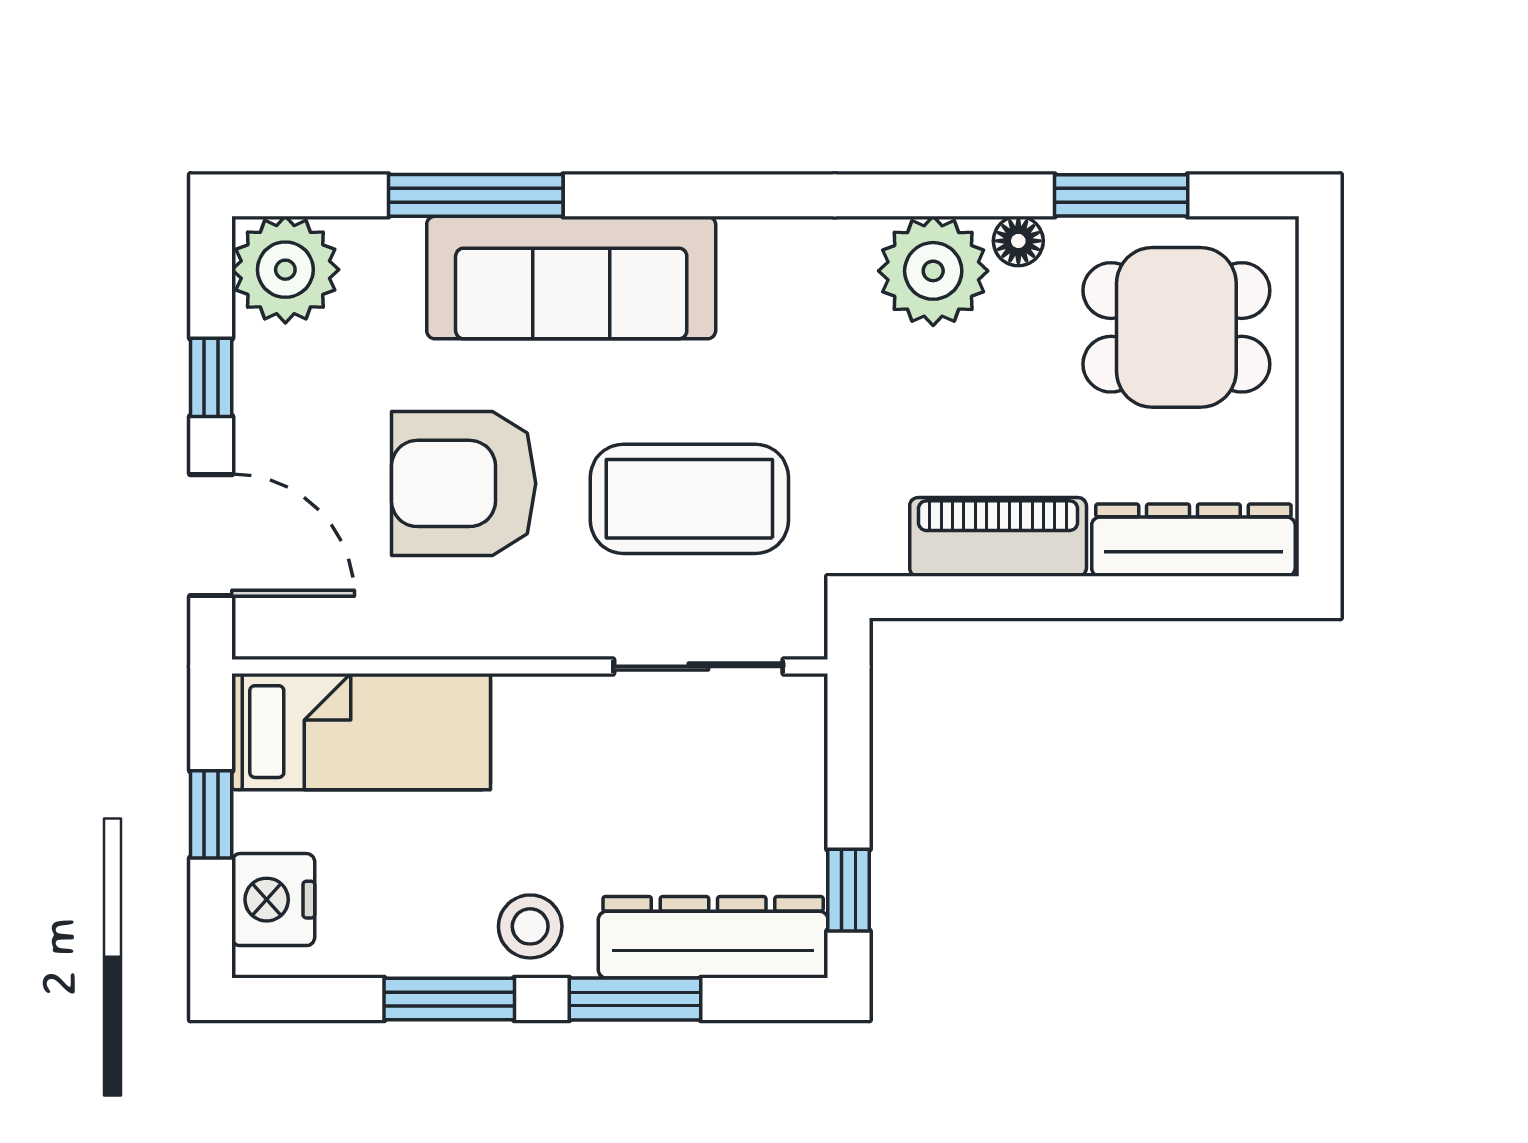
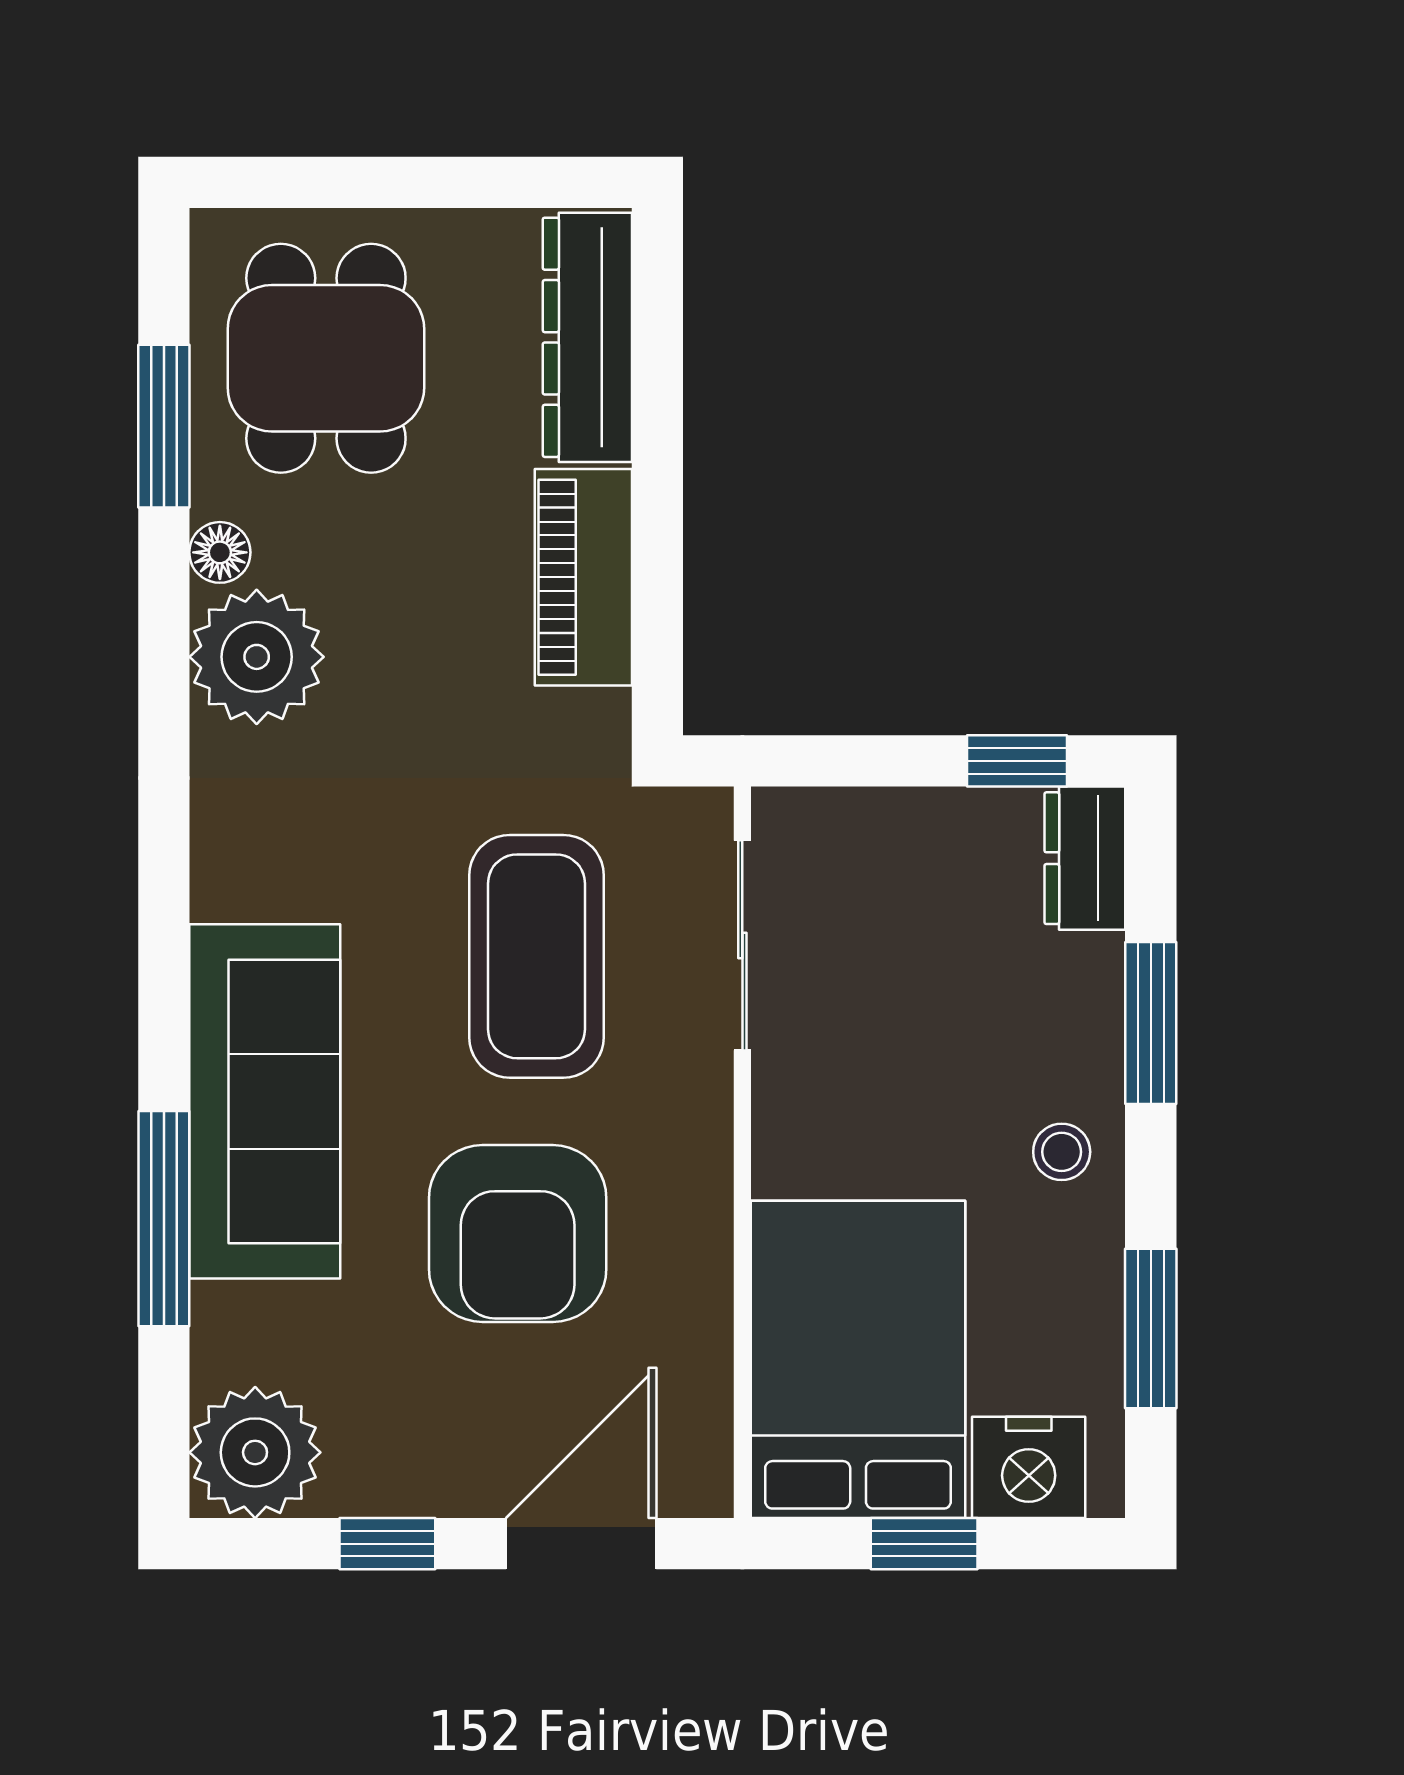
bed: (361, 732) -> (858, 1359), width x1.50
stool: (530, 926) -> (1062, 1152), width x0.73, depth x0.73
dresser: (713, 937) -> (1085, 858), width x0.51, depth x0.80
window: (449, 999) -> (1151, 1328), moved

